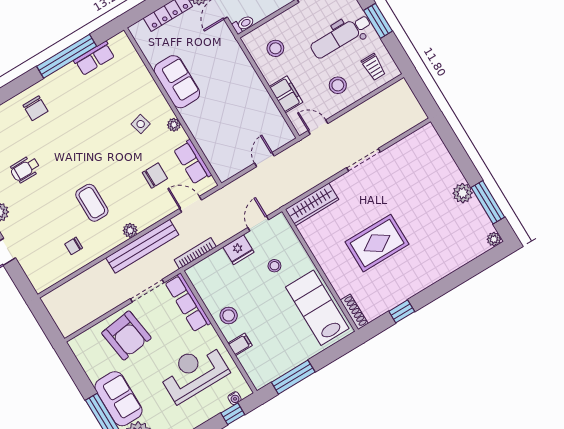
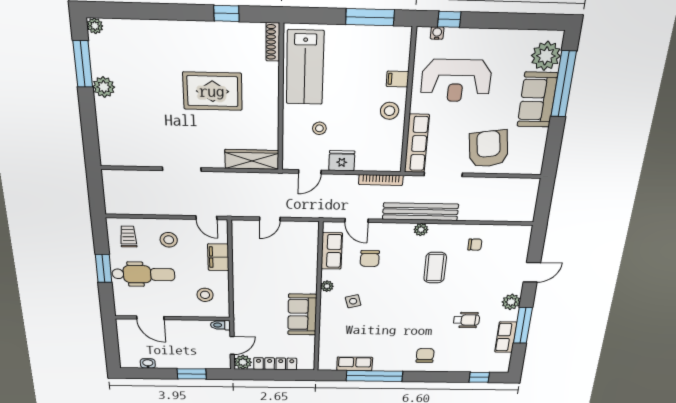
chair: (155, 176) -> (370, 258), turned -90

